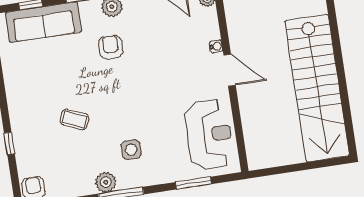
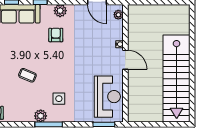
window: (193, 183) -> (104, 124), moved

